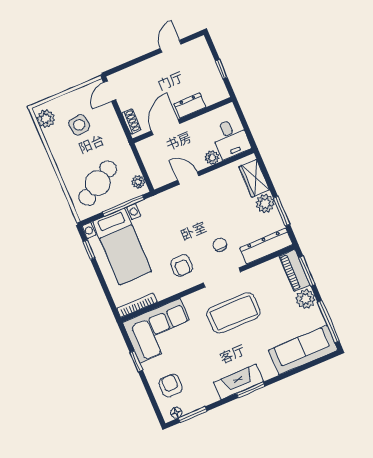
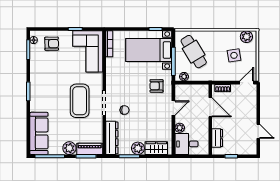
door: (110, 91) -> (247, 83), hinge flipped
dresser: (190, 106) -> (217, 138), moved
armchair: (182, 266) -> (156, 86), moved
fireplace: (239, 382) -> (36, 86), removed

